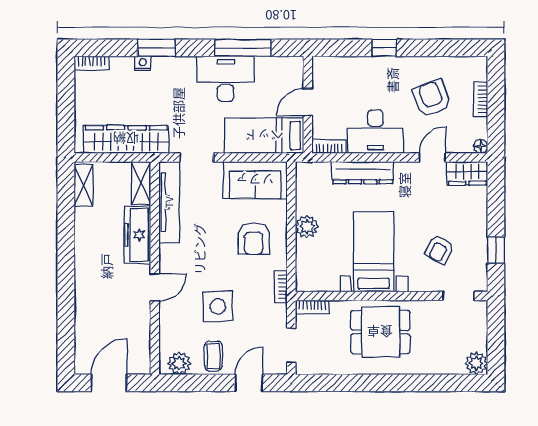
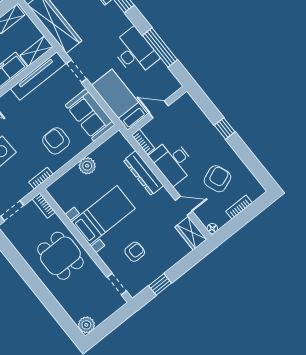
armchair: (254, 239) -> (56, 141), turned 90
armchair: (439, 249) -> (135, 252), turned 152

